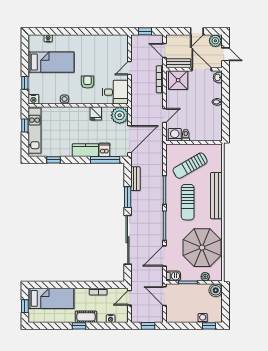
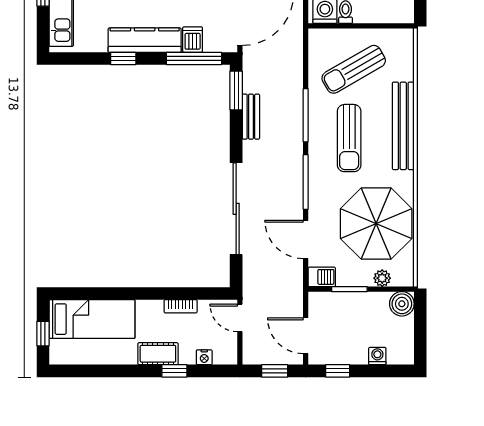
kitchen counter: (85, 150) -> (145, 40), width x1.50
window: (54, 160) -> (123, 58), moved
bench: (135, 179) -> (251, 117), moved
window: (128, 197) -> (236, 91), moved
door: (165, 256) -> (306, 239), hinge flipped
door: (165, 296) -> (306, 336), moved
door: (130, 298) -> (240, 318), hinge flipped
window: (79, 326) -> (174, 371), moved
window: (209, 326) -> (338, 371), moved

